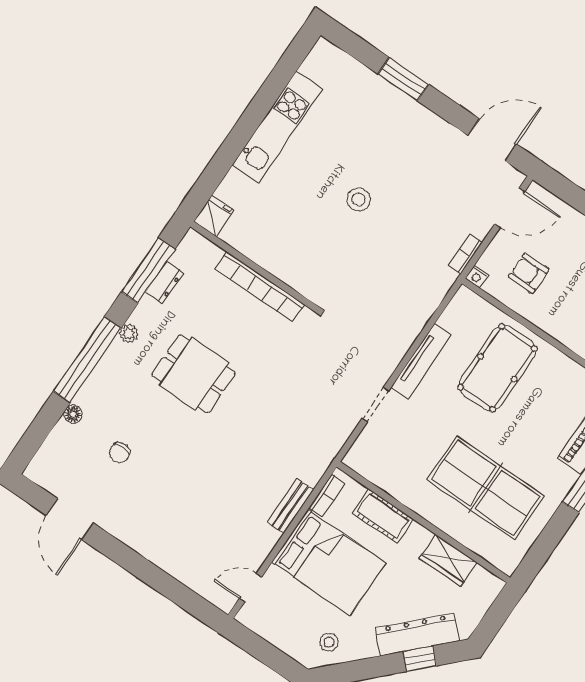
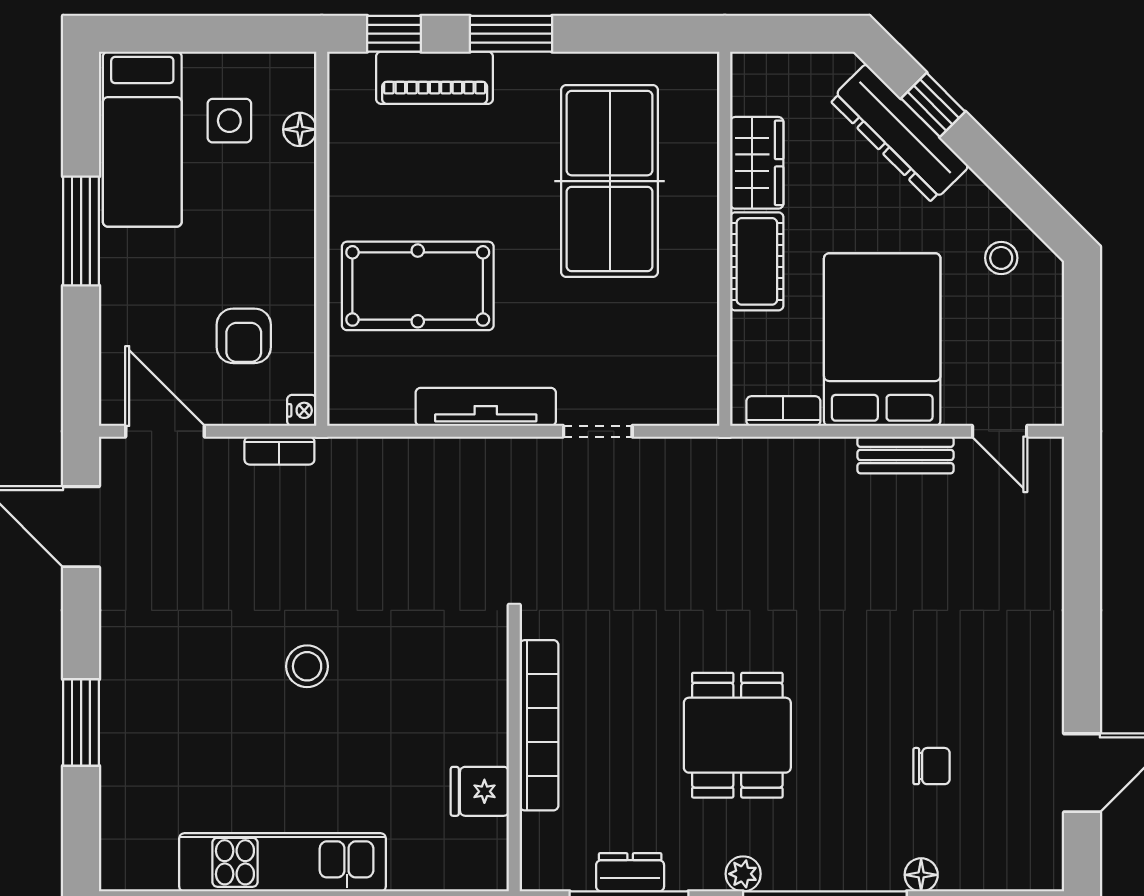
fridge: (214, 216) -> (480, 791), moved
bench: (290, 506) -> (906, 455), moved
cot: (383, 516) -> (757, 261), moved

